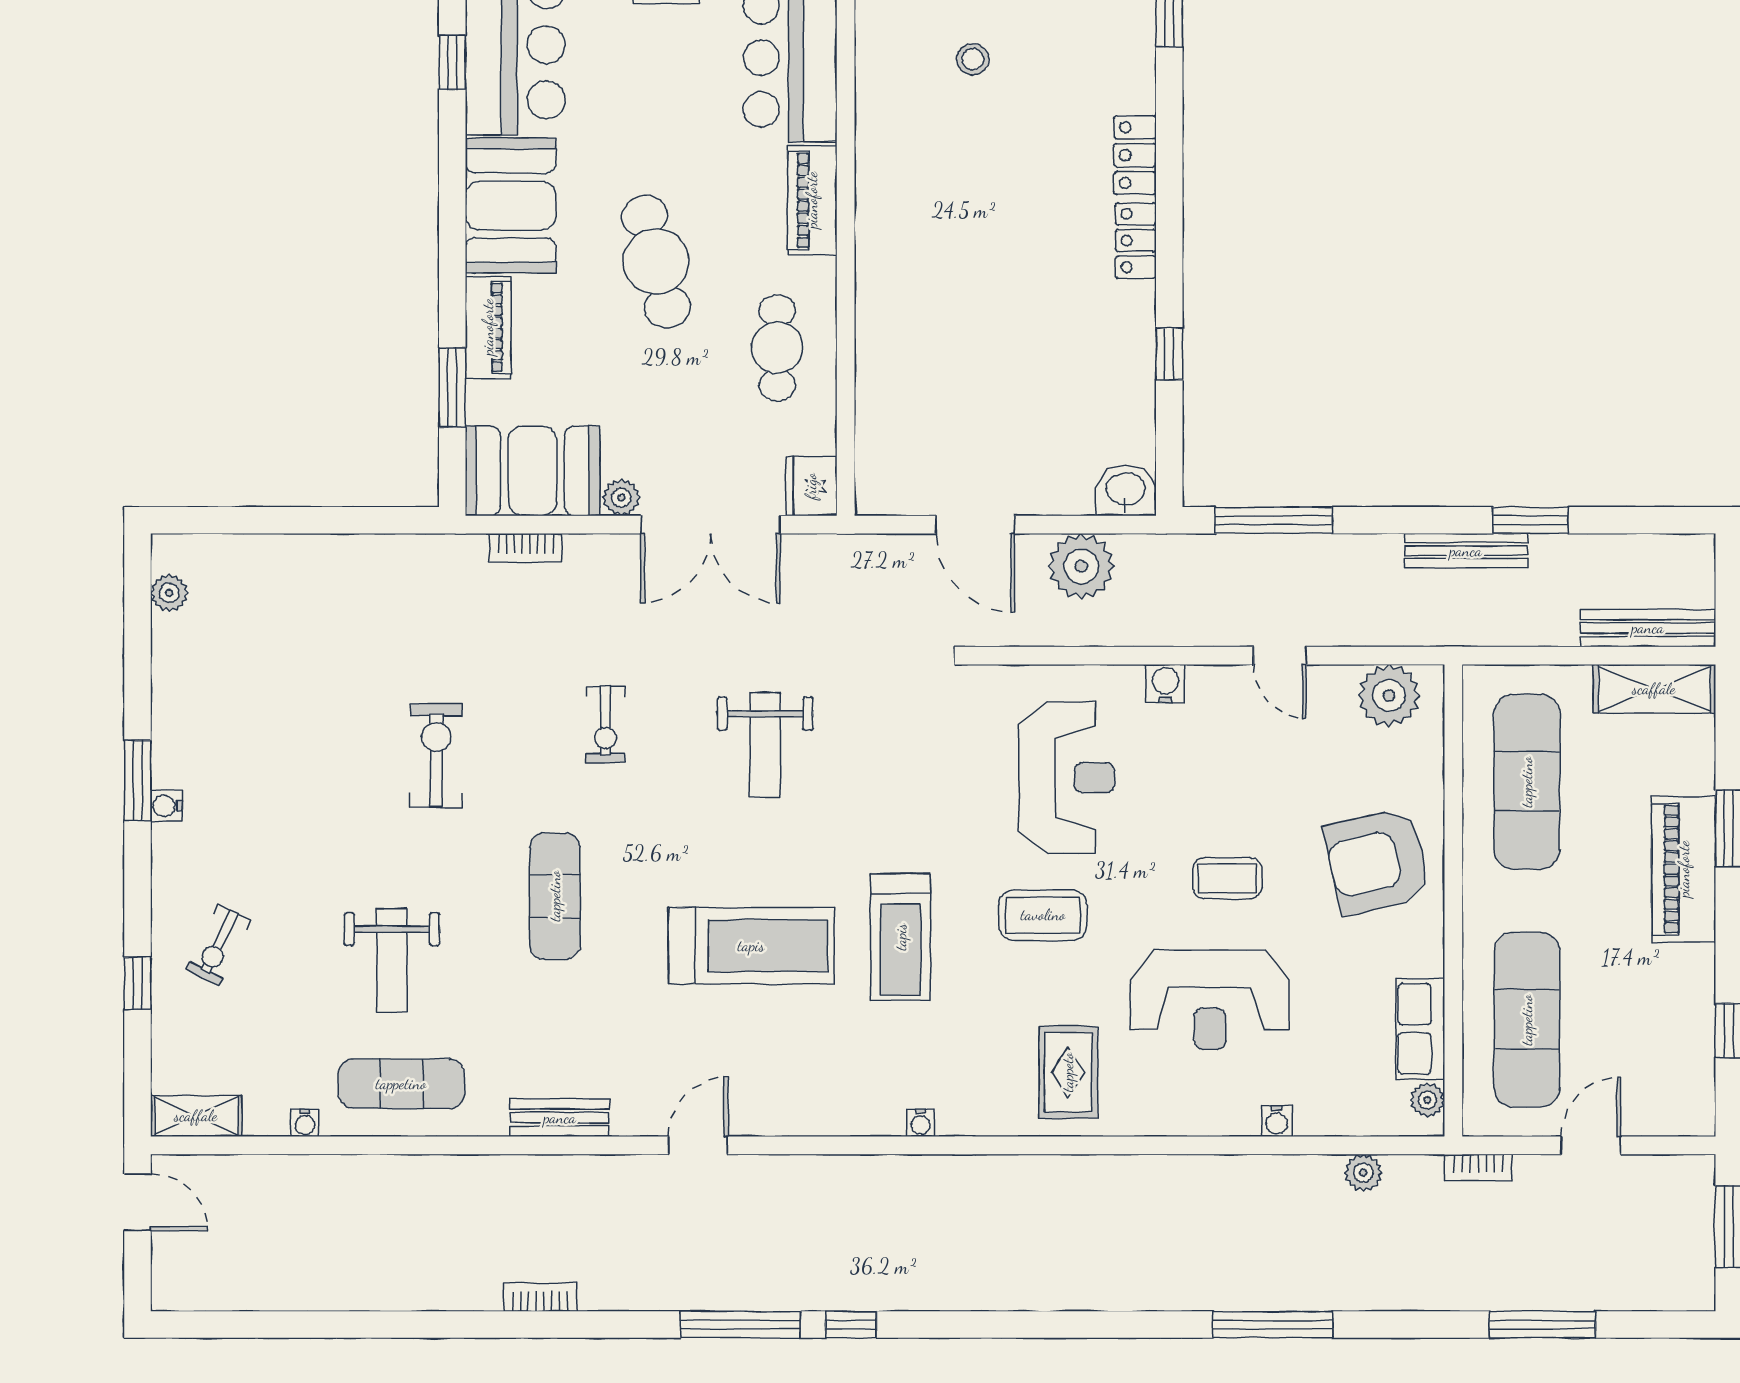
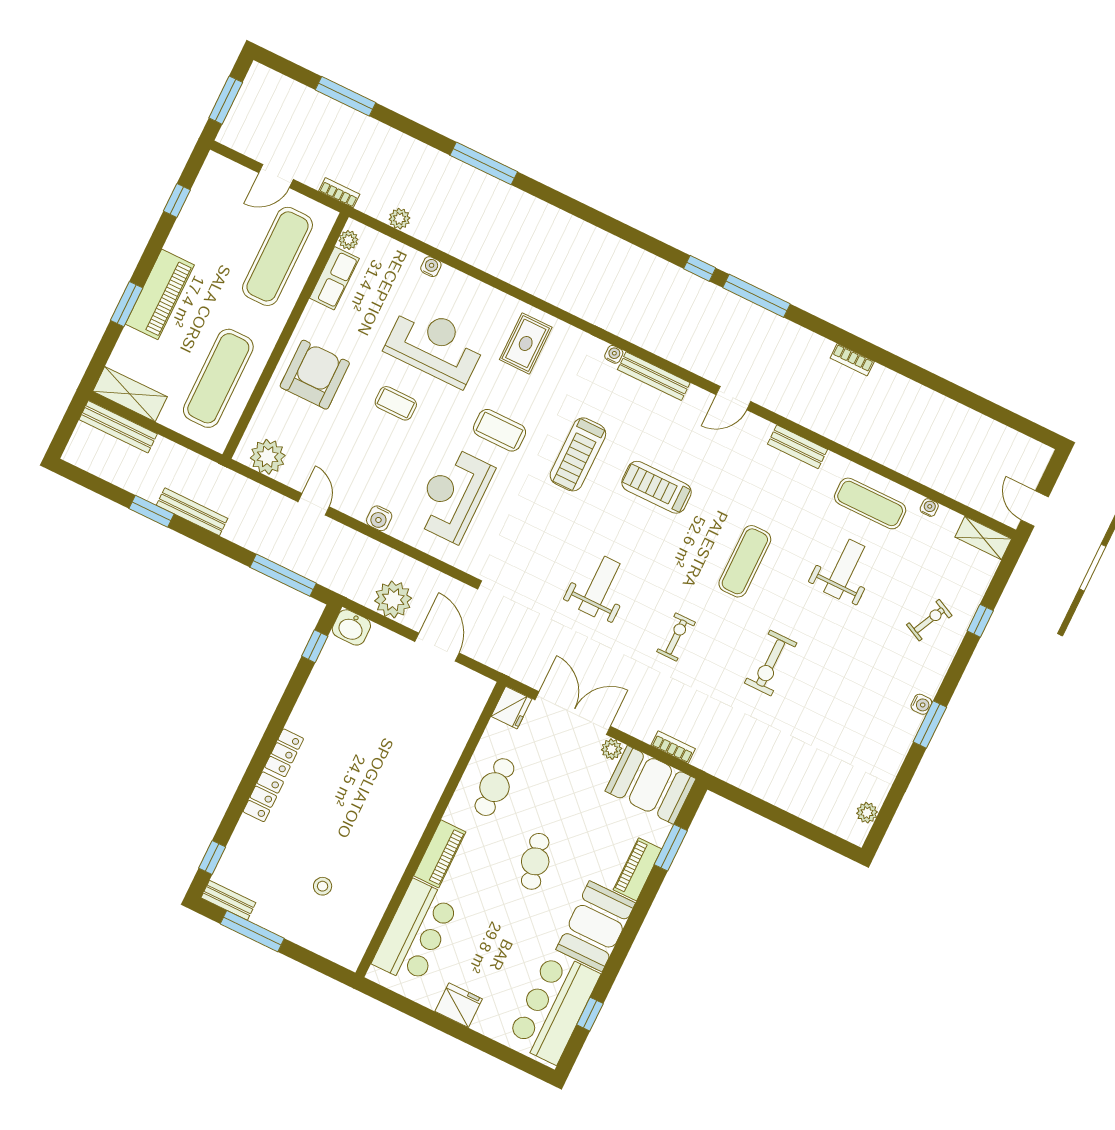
cafe table: (656, 262) -> (535, 861), width x0.73, depth x0.74
window: (1169, 354) -> (315, 646), moved
armchair: (1377, 861) -> (315, 375), turned -77
treadmill: (901, 937) -> (578, 454), turned 180
treadmill: (751, 946) -> (657, 487), width x0.73, depth x0.73
bench: (841, 1119) -> (654, 376), added

